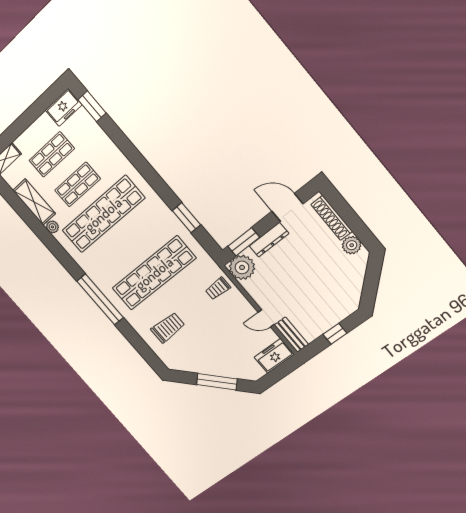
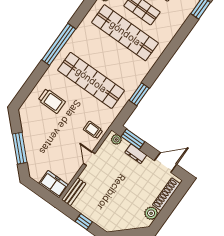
door: (287, 207) -> (166, 162), hinge flipped
dresser: (269, 240) -> (136, 154), width x0.70
plant: (242, 267) -> (116, 139), width x0.53, depth x0.53
door: (266, 318) -> (89, 159), moved

